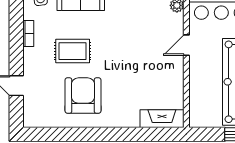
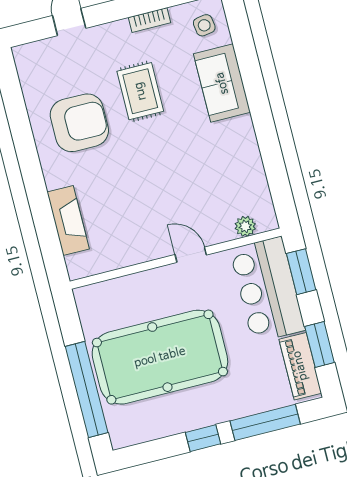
fireplace: (162, 119) -> (68, 220), moved

